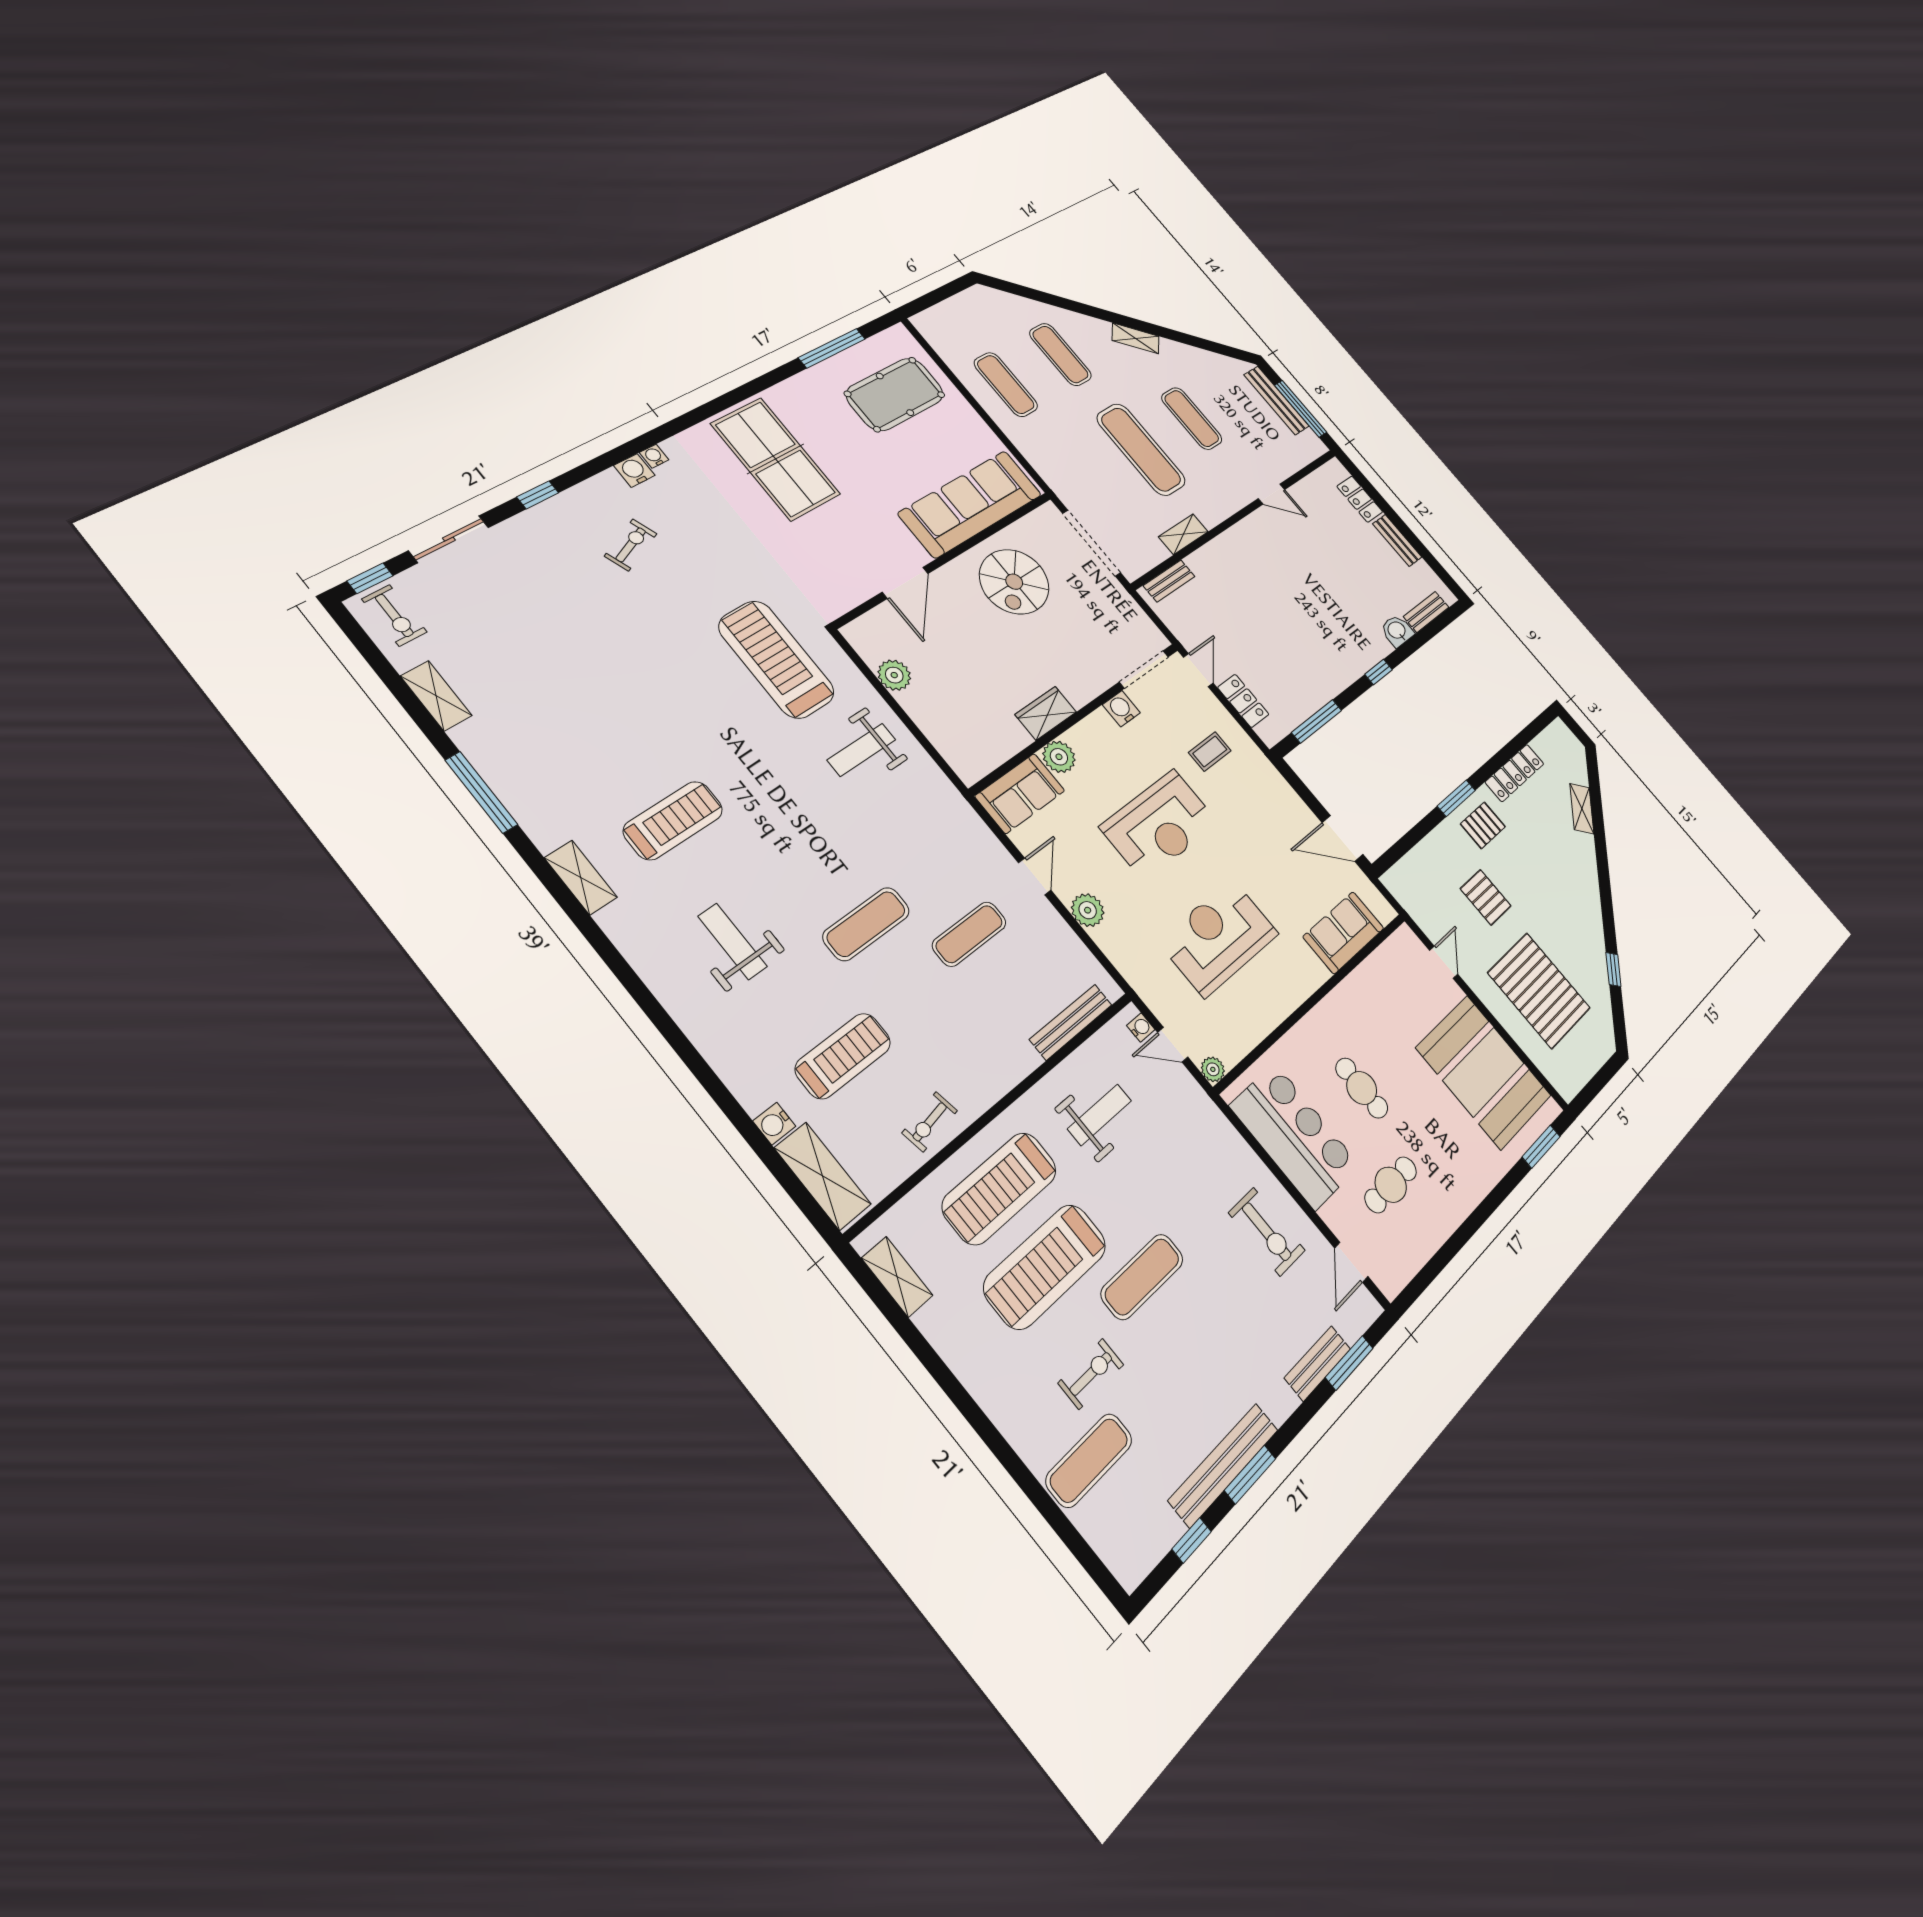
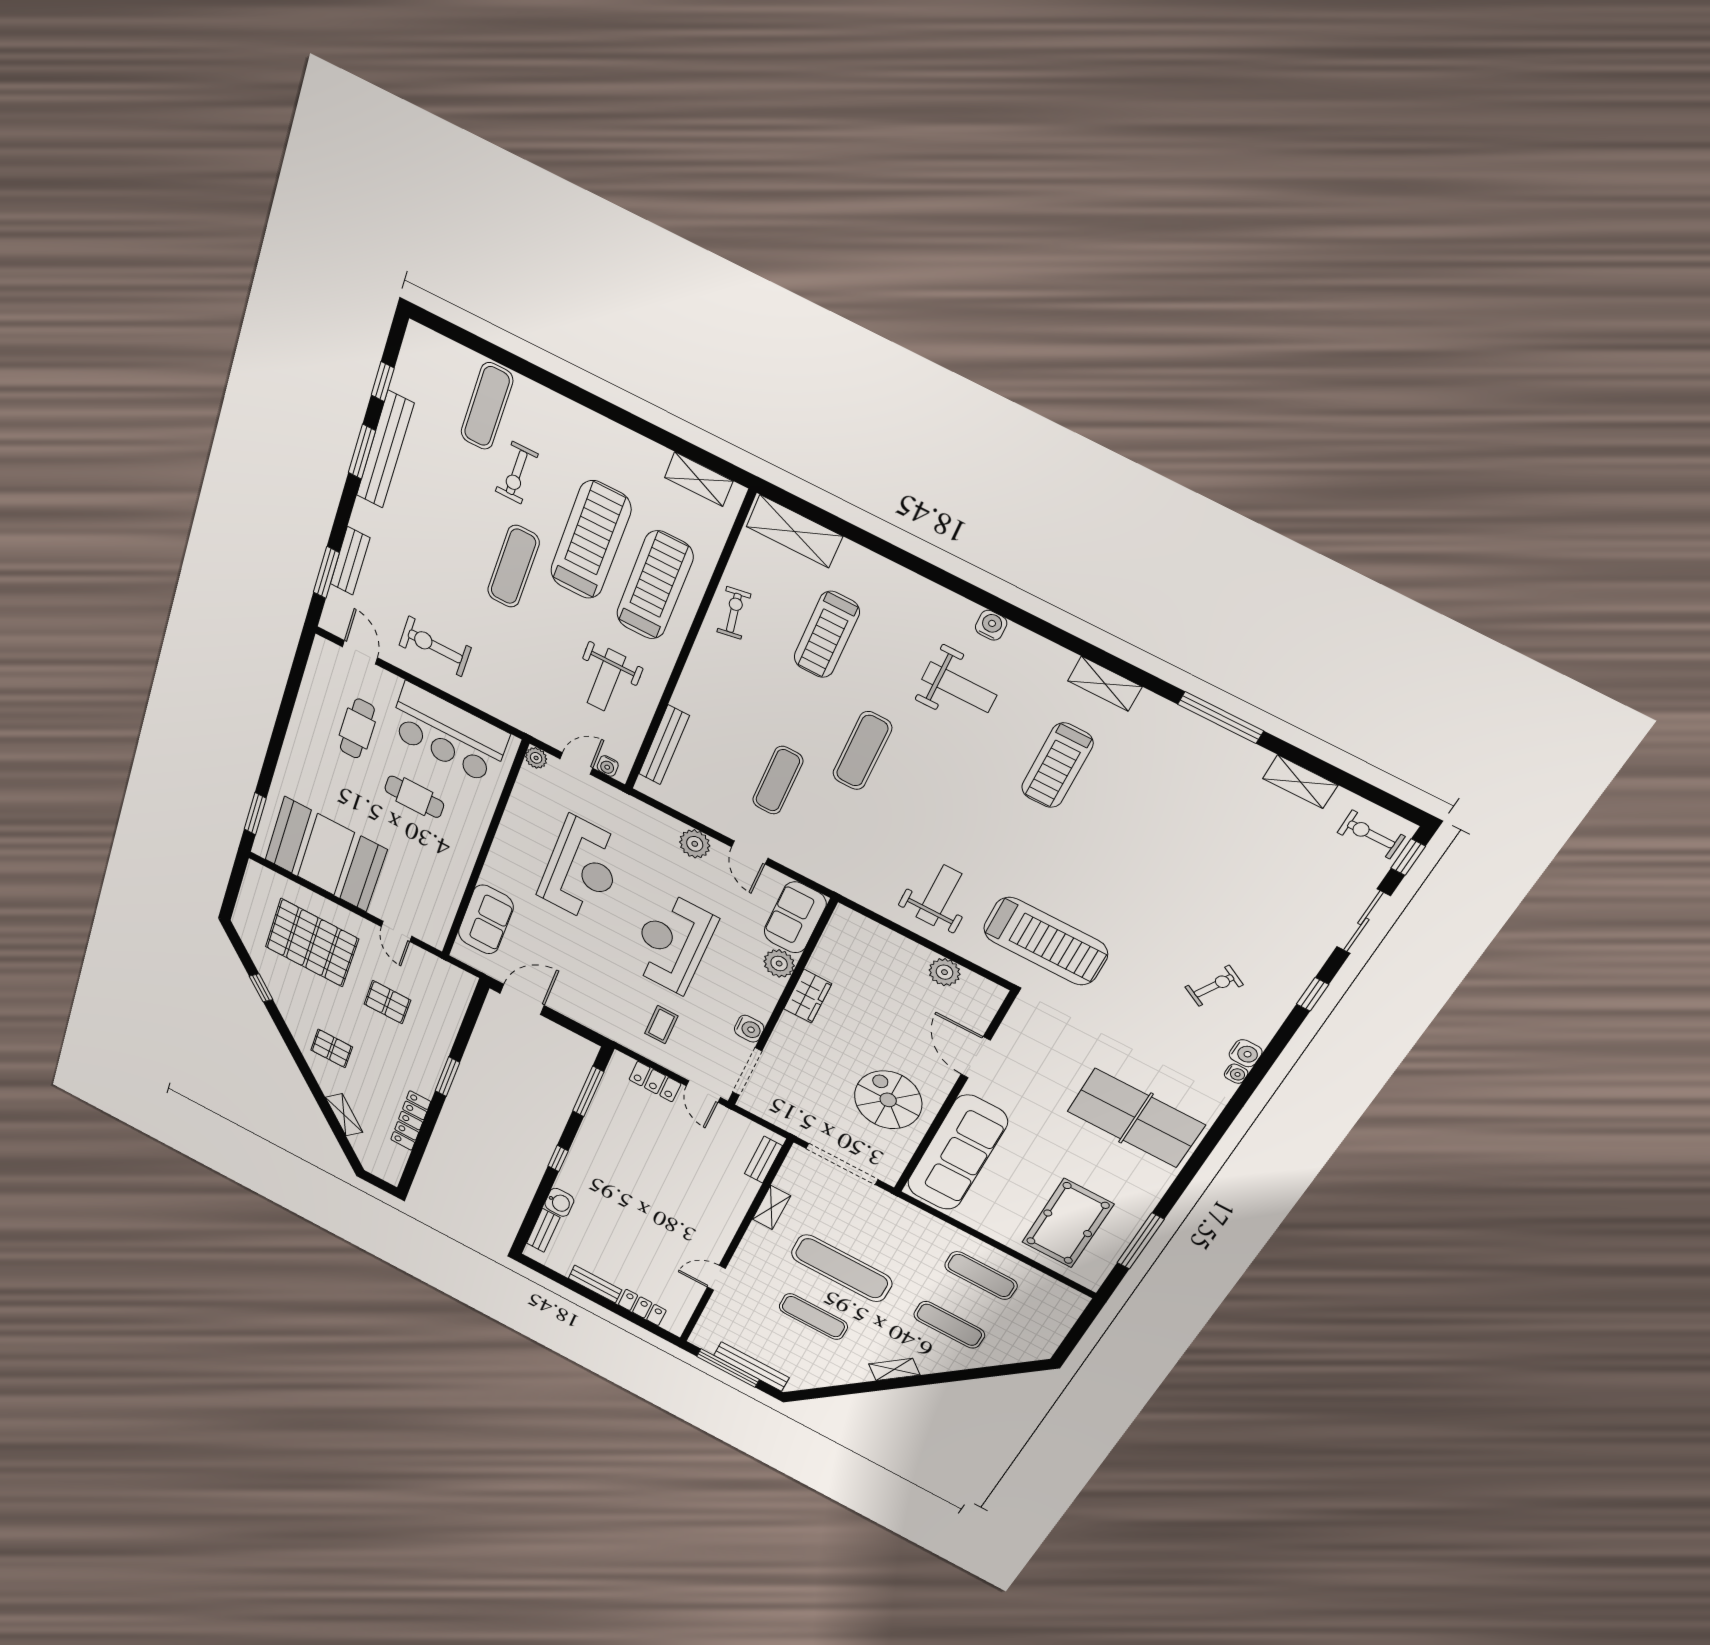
exercise bike: (631, 545) -> (1214, 986), turned -129
pallet: (1483, 825) -> (332, 1048), moved, turned 90
water cooler: (774, 1124) -> (991, 625), moved

